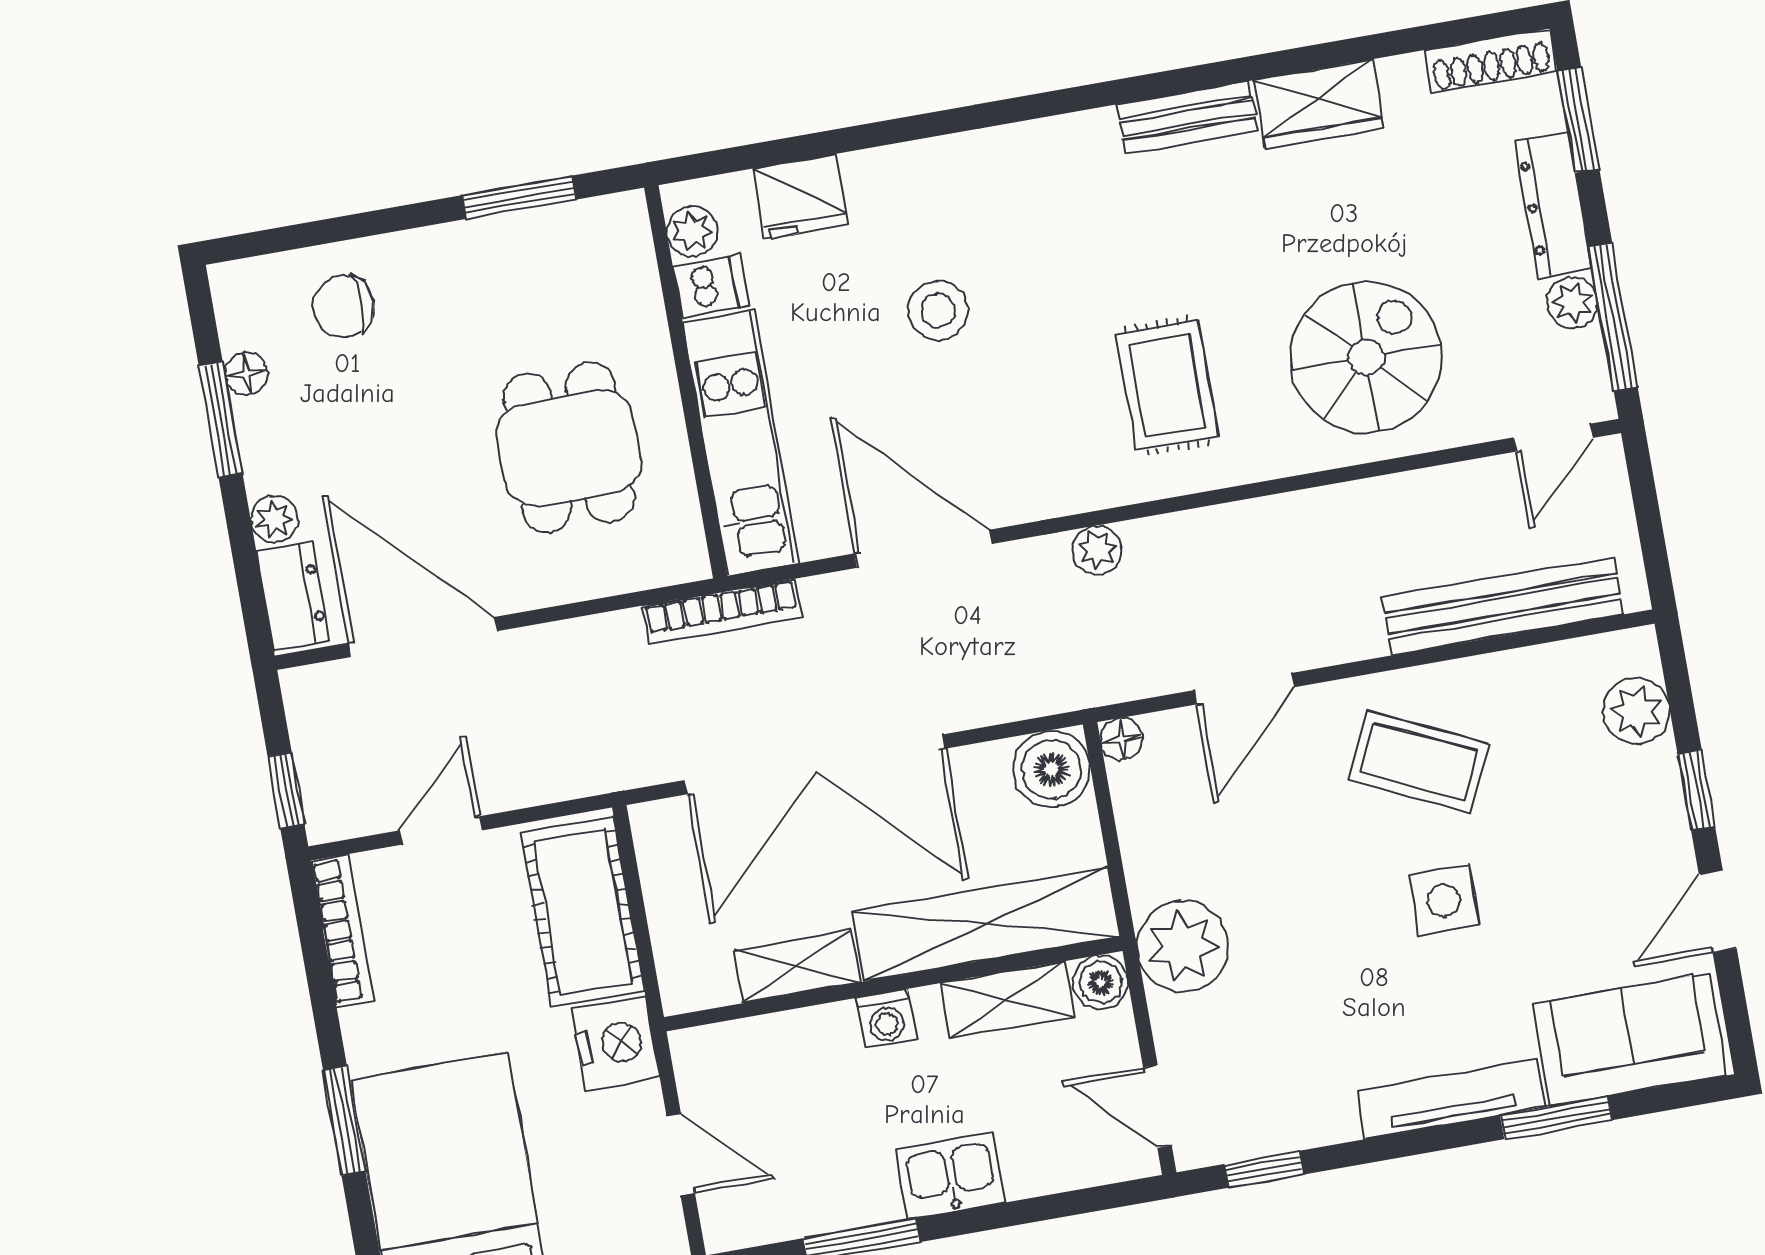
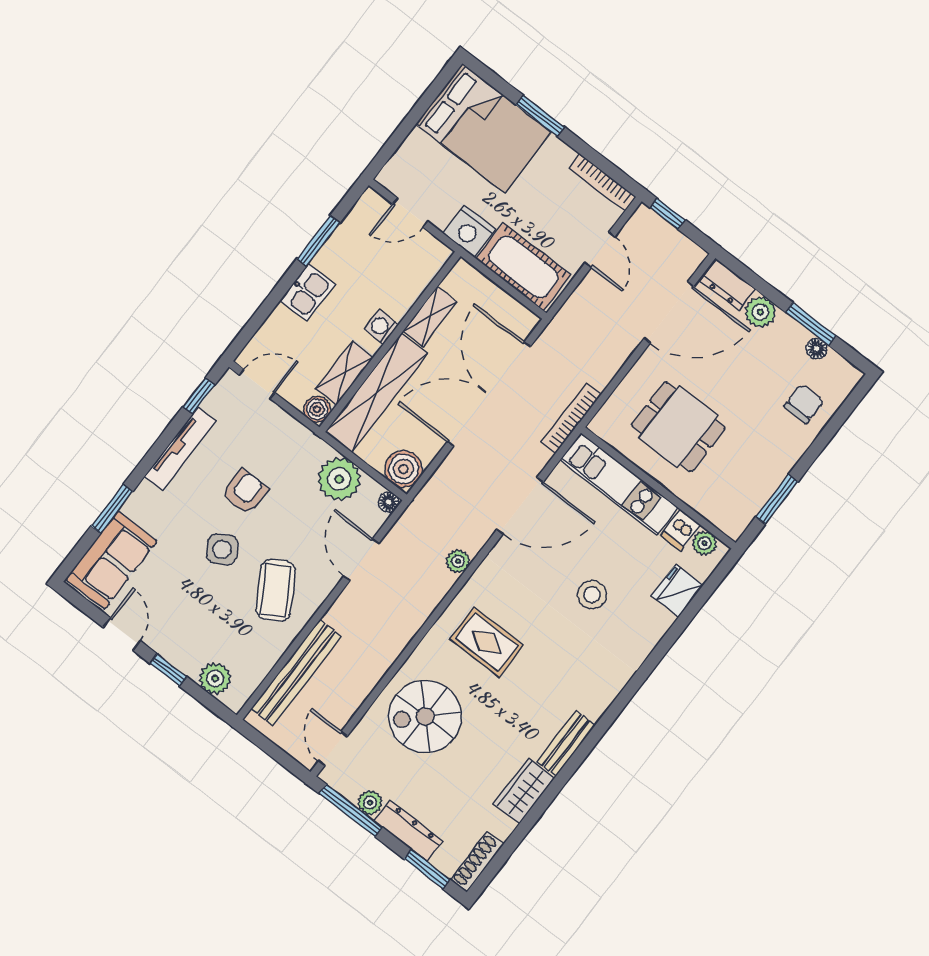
spiral stairs: (1366, 357) -> (425, 716), turned 90
plant: (274, 519) -> (760, 312), width x1.38, depth x1.38
coffee table: (1419, 762) -> (276, 590), turned -56
side table: (1444, 901) -> (222, 549), turned -32
plant: (1183, 946) -> (339, 479), moved
armchair: (1328, 957) -> (245, 492), added
tv unit: (1451, 1099) -> (180, 449), moved

